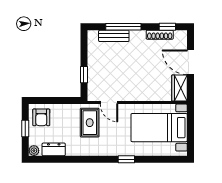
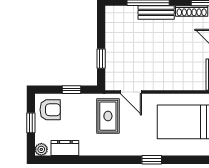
bench: (114, 36) -> (156, 12), moved
window: (59, 100) -> (72, 90), added
armchair: (41, 117) -> (50, 110), turned -90

